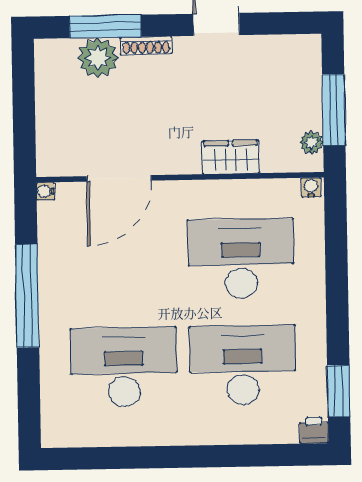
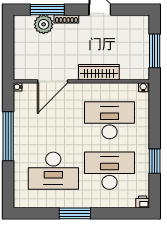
plant: (312, 143) -> (144, 66), removed
wardrobe: (231, 157) -> (99, 72), width x1.50
desk: (124, 367) -> (53, 171), turned 180
window: (339, 391) -> (155, 161), moved
window: (171, 457) -> (75, 213), added

